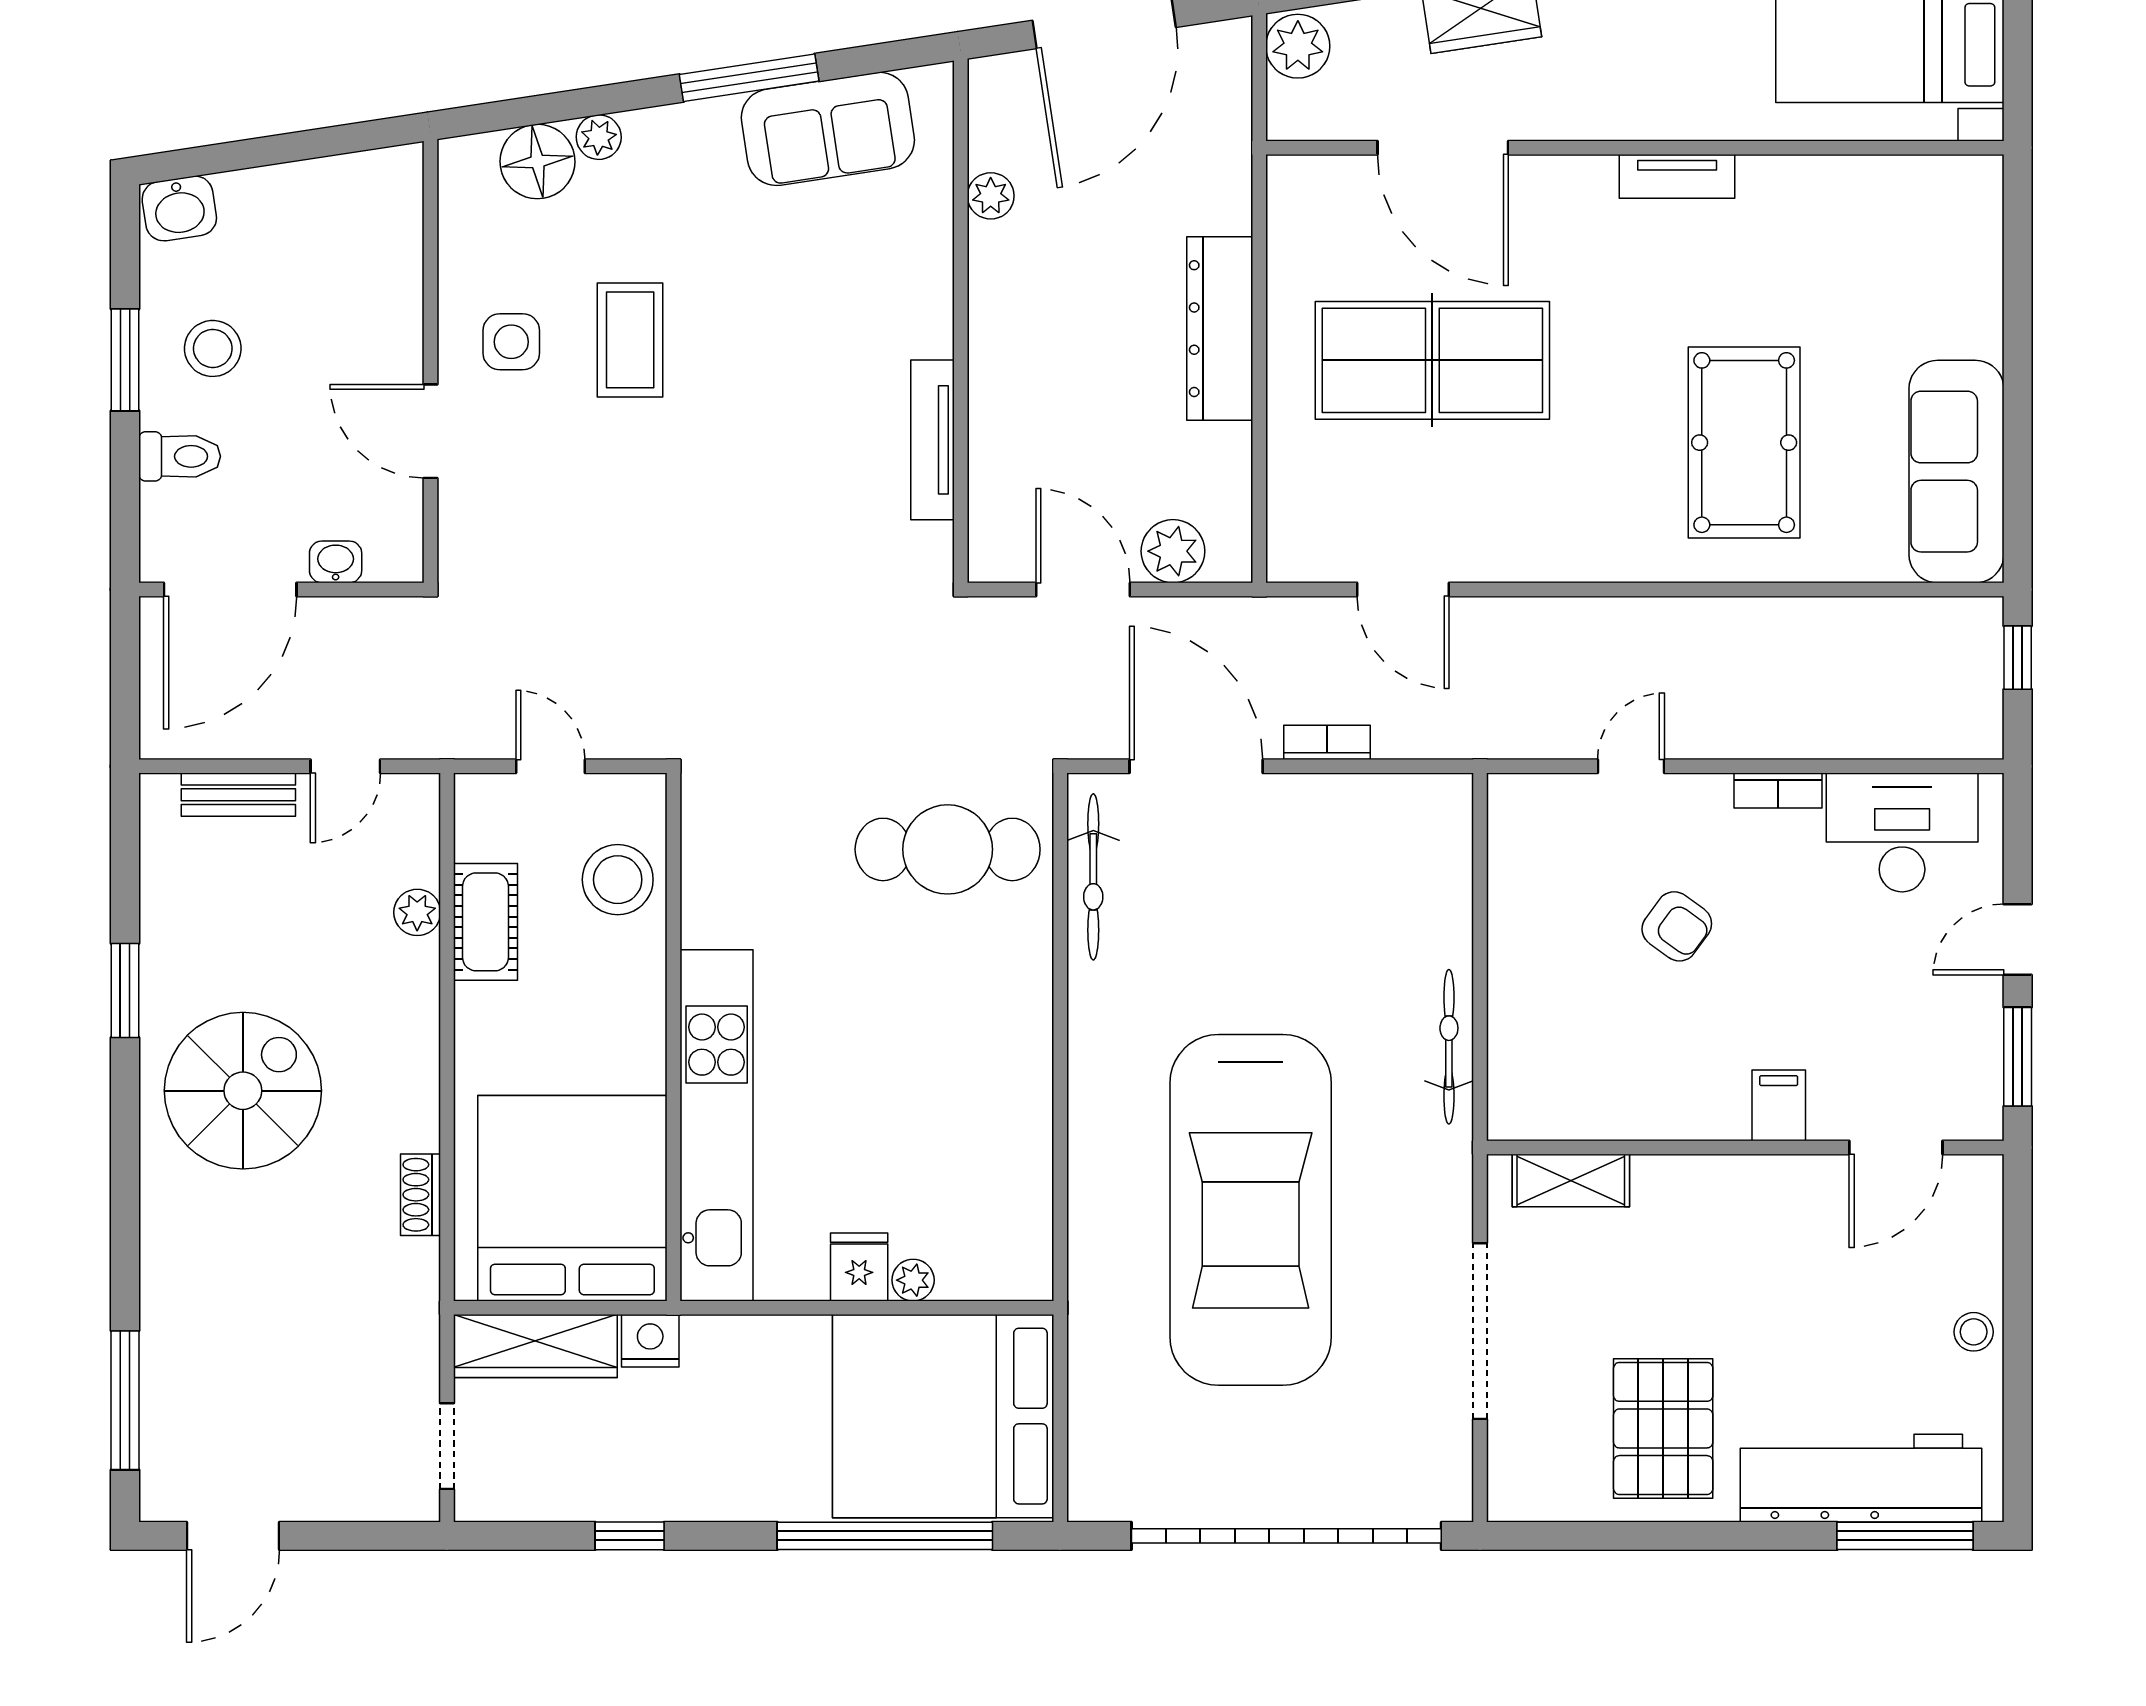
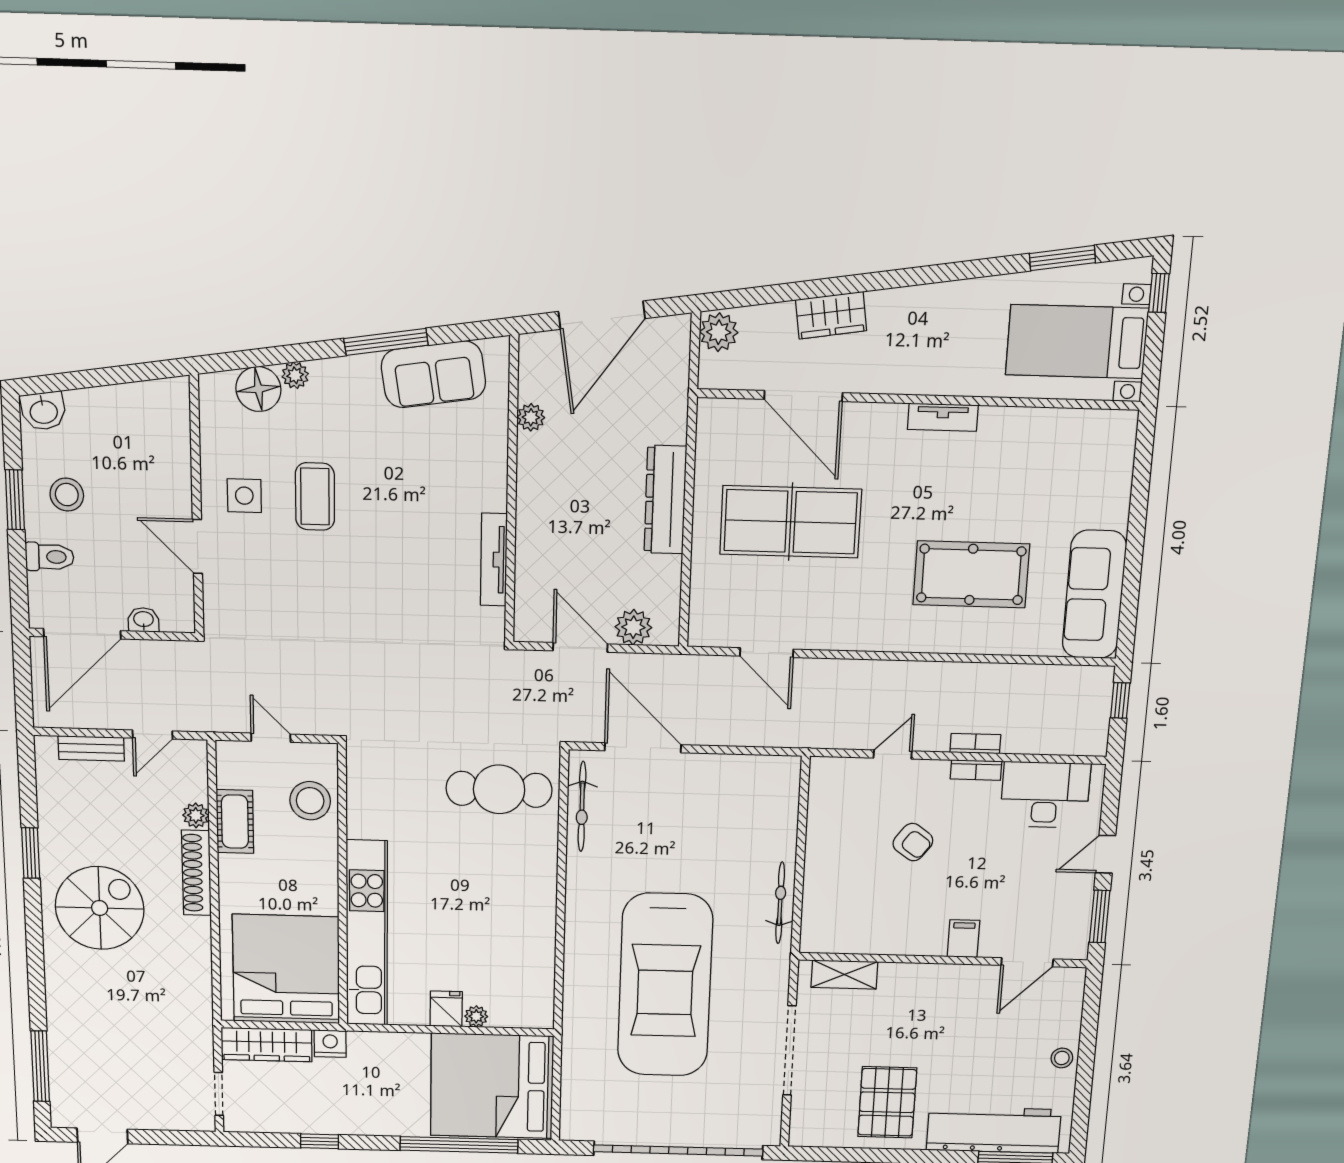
pool table: (1744, 443) -> (971, 574), turned 90
bookcase: (1327, 742) -> (975, 744), moved
shoe rack: (421, 1195) -> (196, 873), moved, width x1.94, depth x1.24

